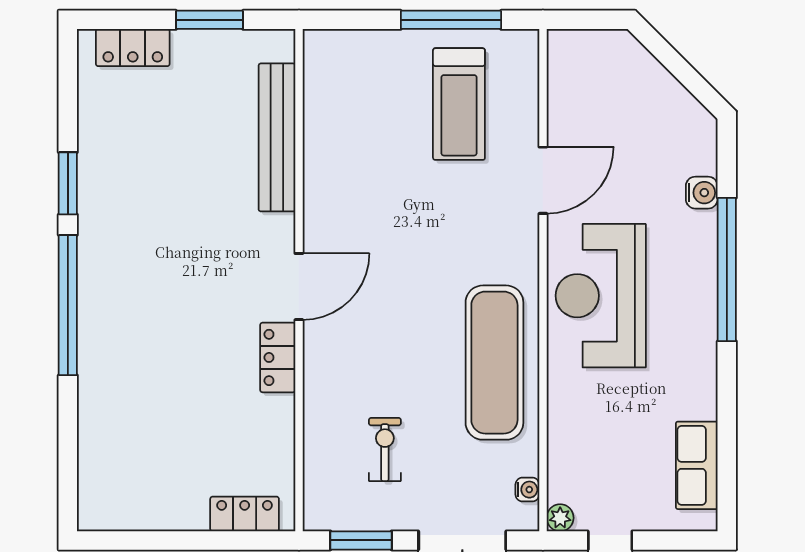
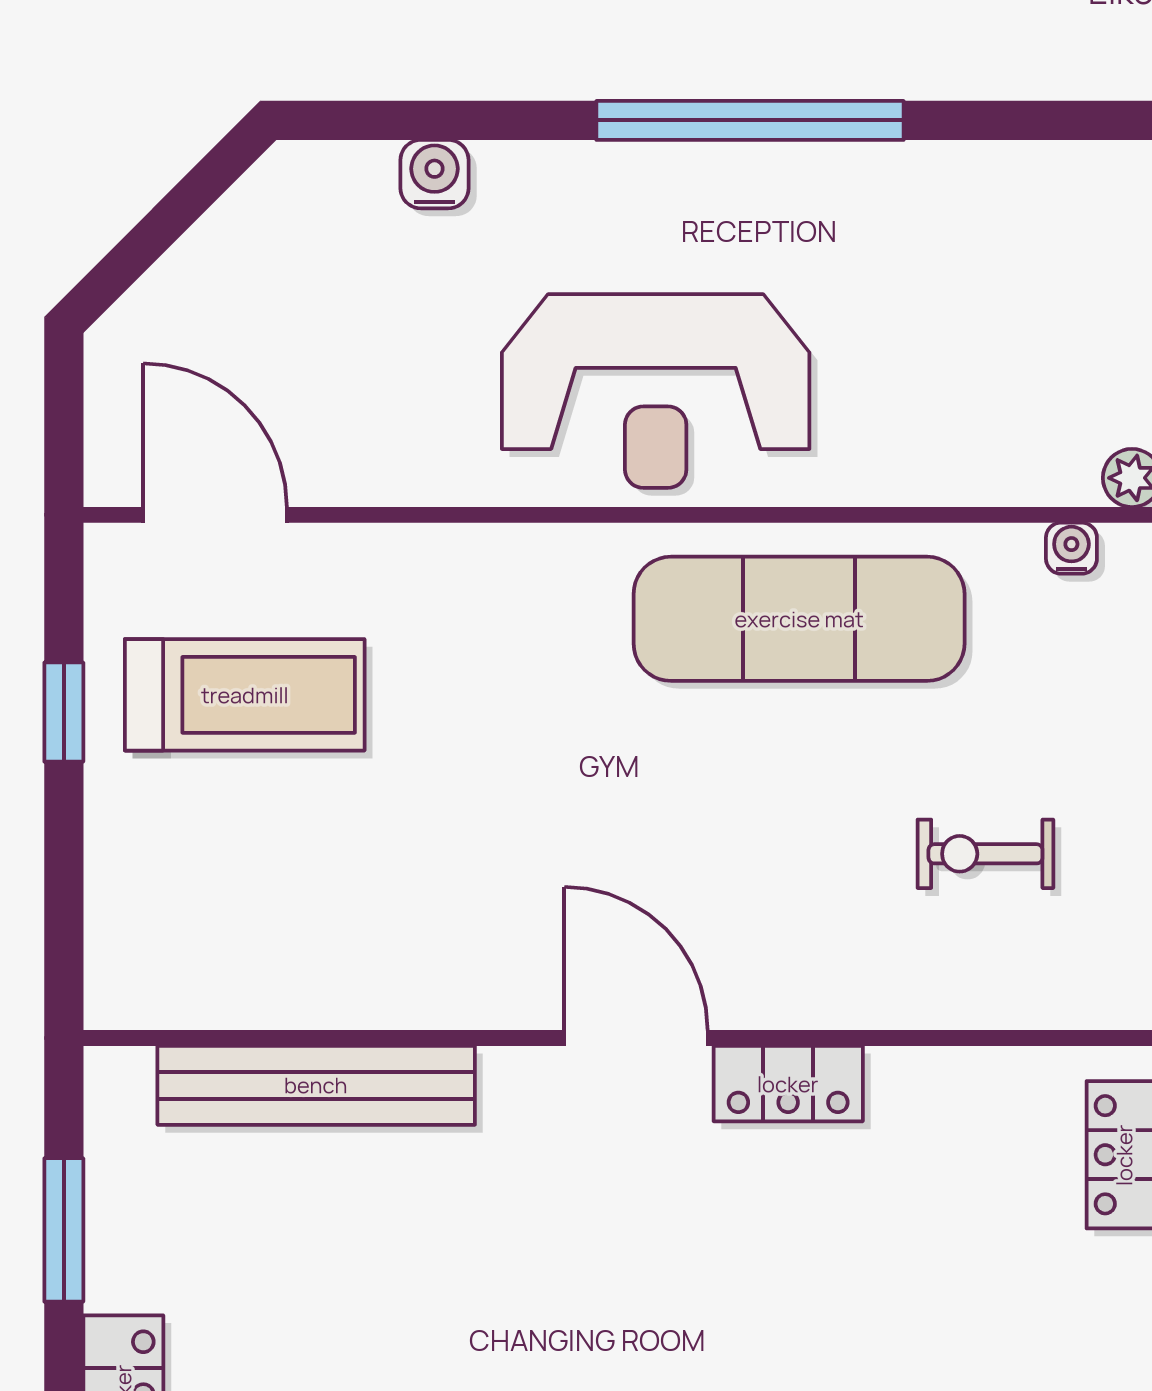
window: (451, 20) -> (64, 712), width x0.46
door: (543, 180) -> (215, 515), moved
window: (727, 270) -> (750, 120), moved
row of seats: (697, 465) -> (1020, 185), removed

